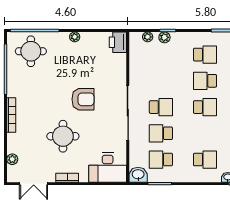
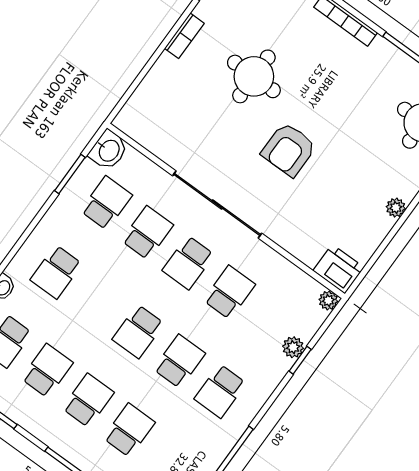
plant: (148, 37) -> (328, 300), moved
school desk: (161, 81) -> (229, 292), added
desk: (108, 167) -> (154, 111), removed

